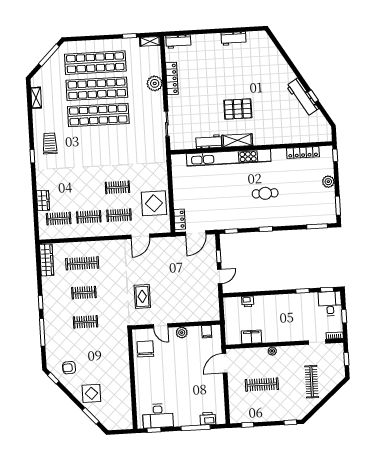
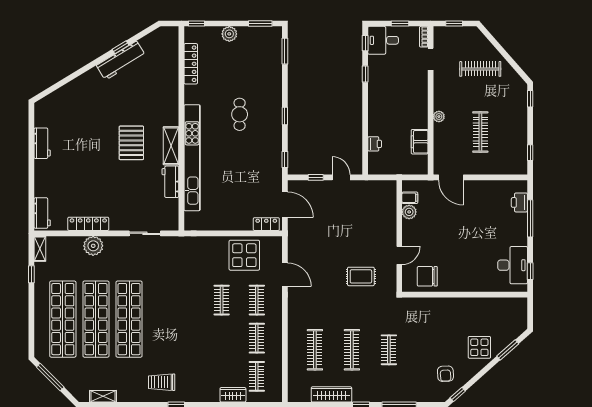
wardrobe: (47, 260) -> (331, 394), moved
clothes rail: (84, 293) -> (352, 350), width x1.36
plant: (182, 333) -> (409, 212), moved

